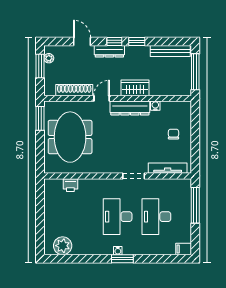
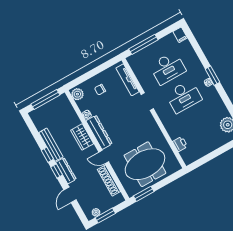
bench: (170, 51) -> (51, 145), moved
plant: (182, 108) -> (77, 94), added

